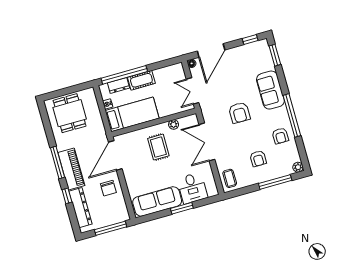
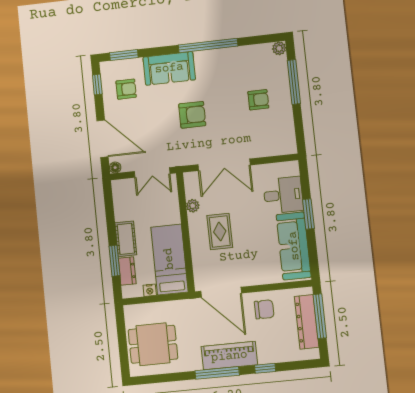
window: (124, 75) -> (114, 261), width x0.47
armchair: (280, 136) -> (126, 89), moved
rug: (158, 147) -> (220, 232), turned 90
coffee table: (230, 178) -> (279, 142), removed
dresser: (80, 208) -> (307, 322), moved, turned -90

